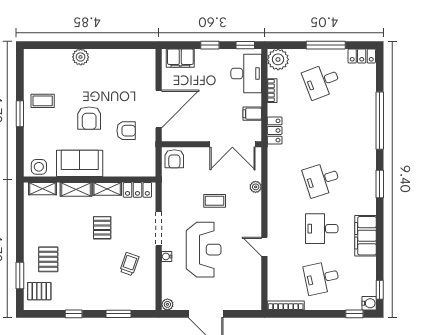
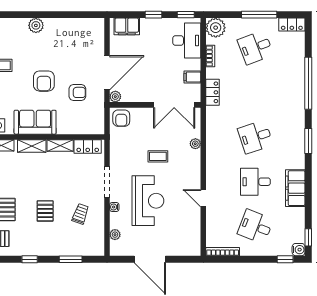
plant: (168, 135) -> (115, 97), added
pallet: (102, 228) -> (45, 211), moved
desk: (322, 278) -> (255, 226), turned 33
plant: (167, 304) -> (115, 235), moved

